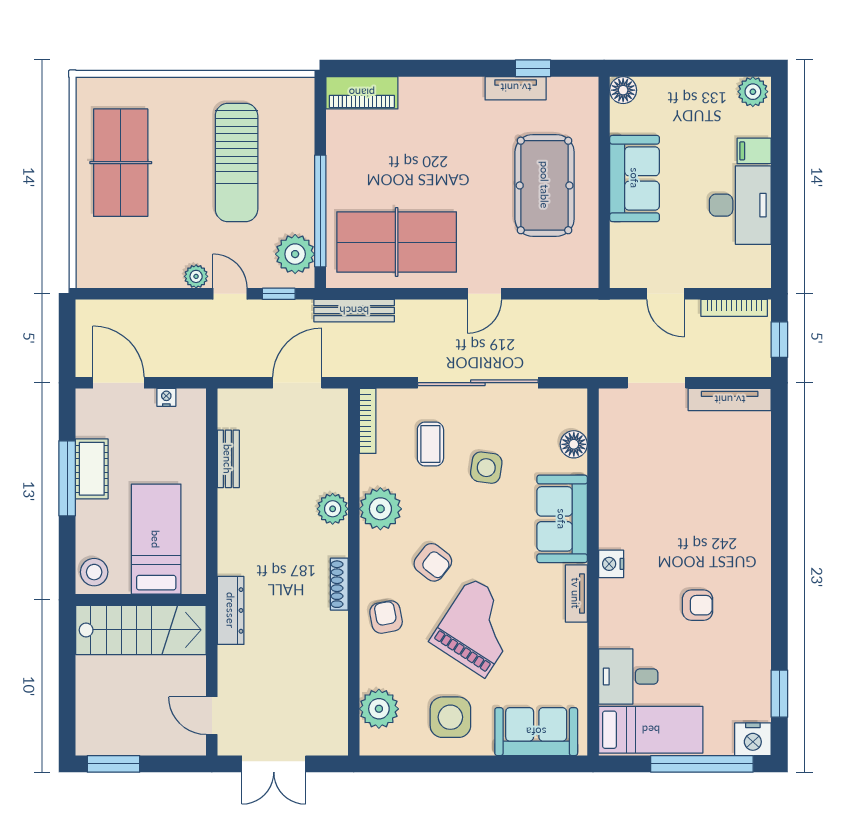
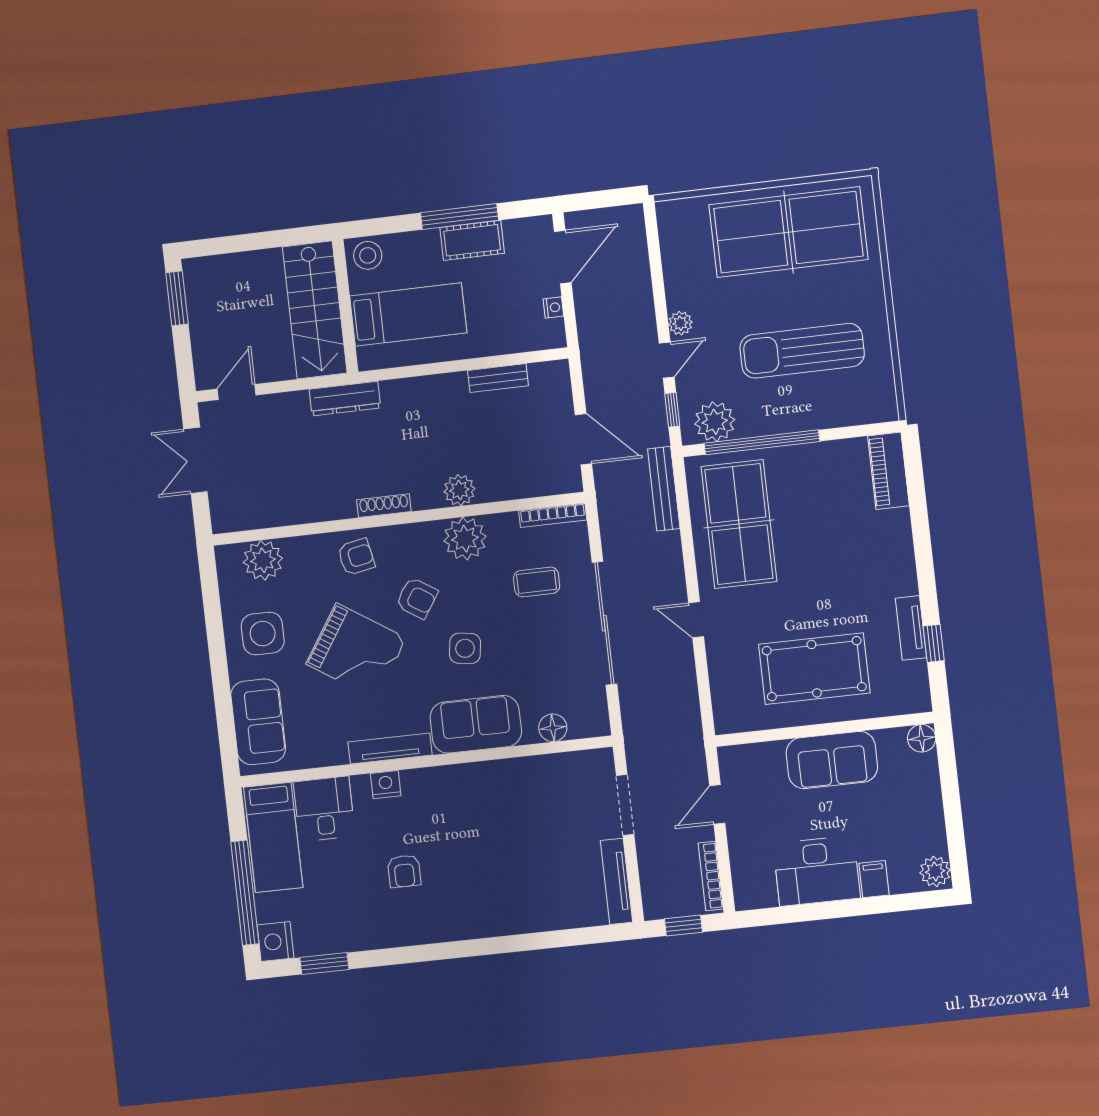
table tennis table: (121, 163) -> (788, 232), width x1.36, depth x1.32
side table: (486, 468) -> (465, 648), moved
armchair: (433, 562) -> (417, 598), turned -95
nightstand: (611, 564) -> (386, 785), moved
tv unit: (576, 593) -> (390, 748), width x1.41

